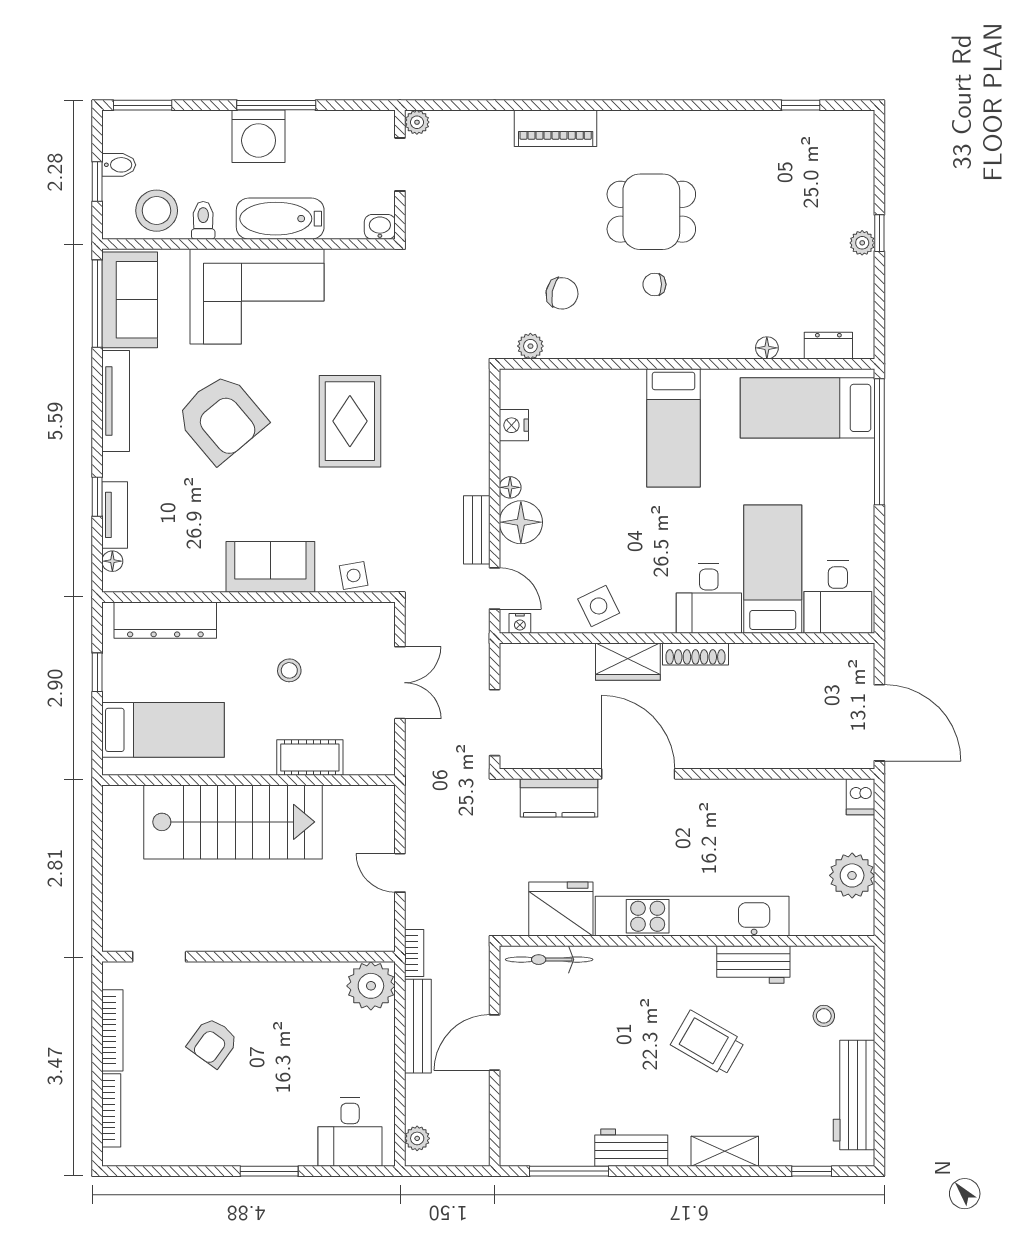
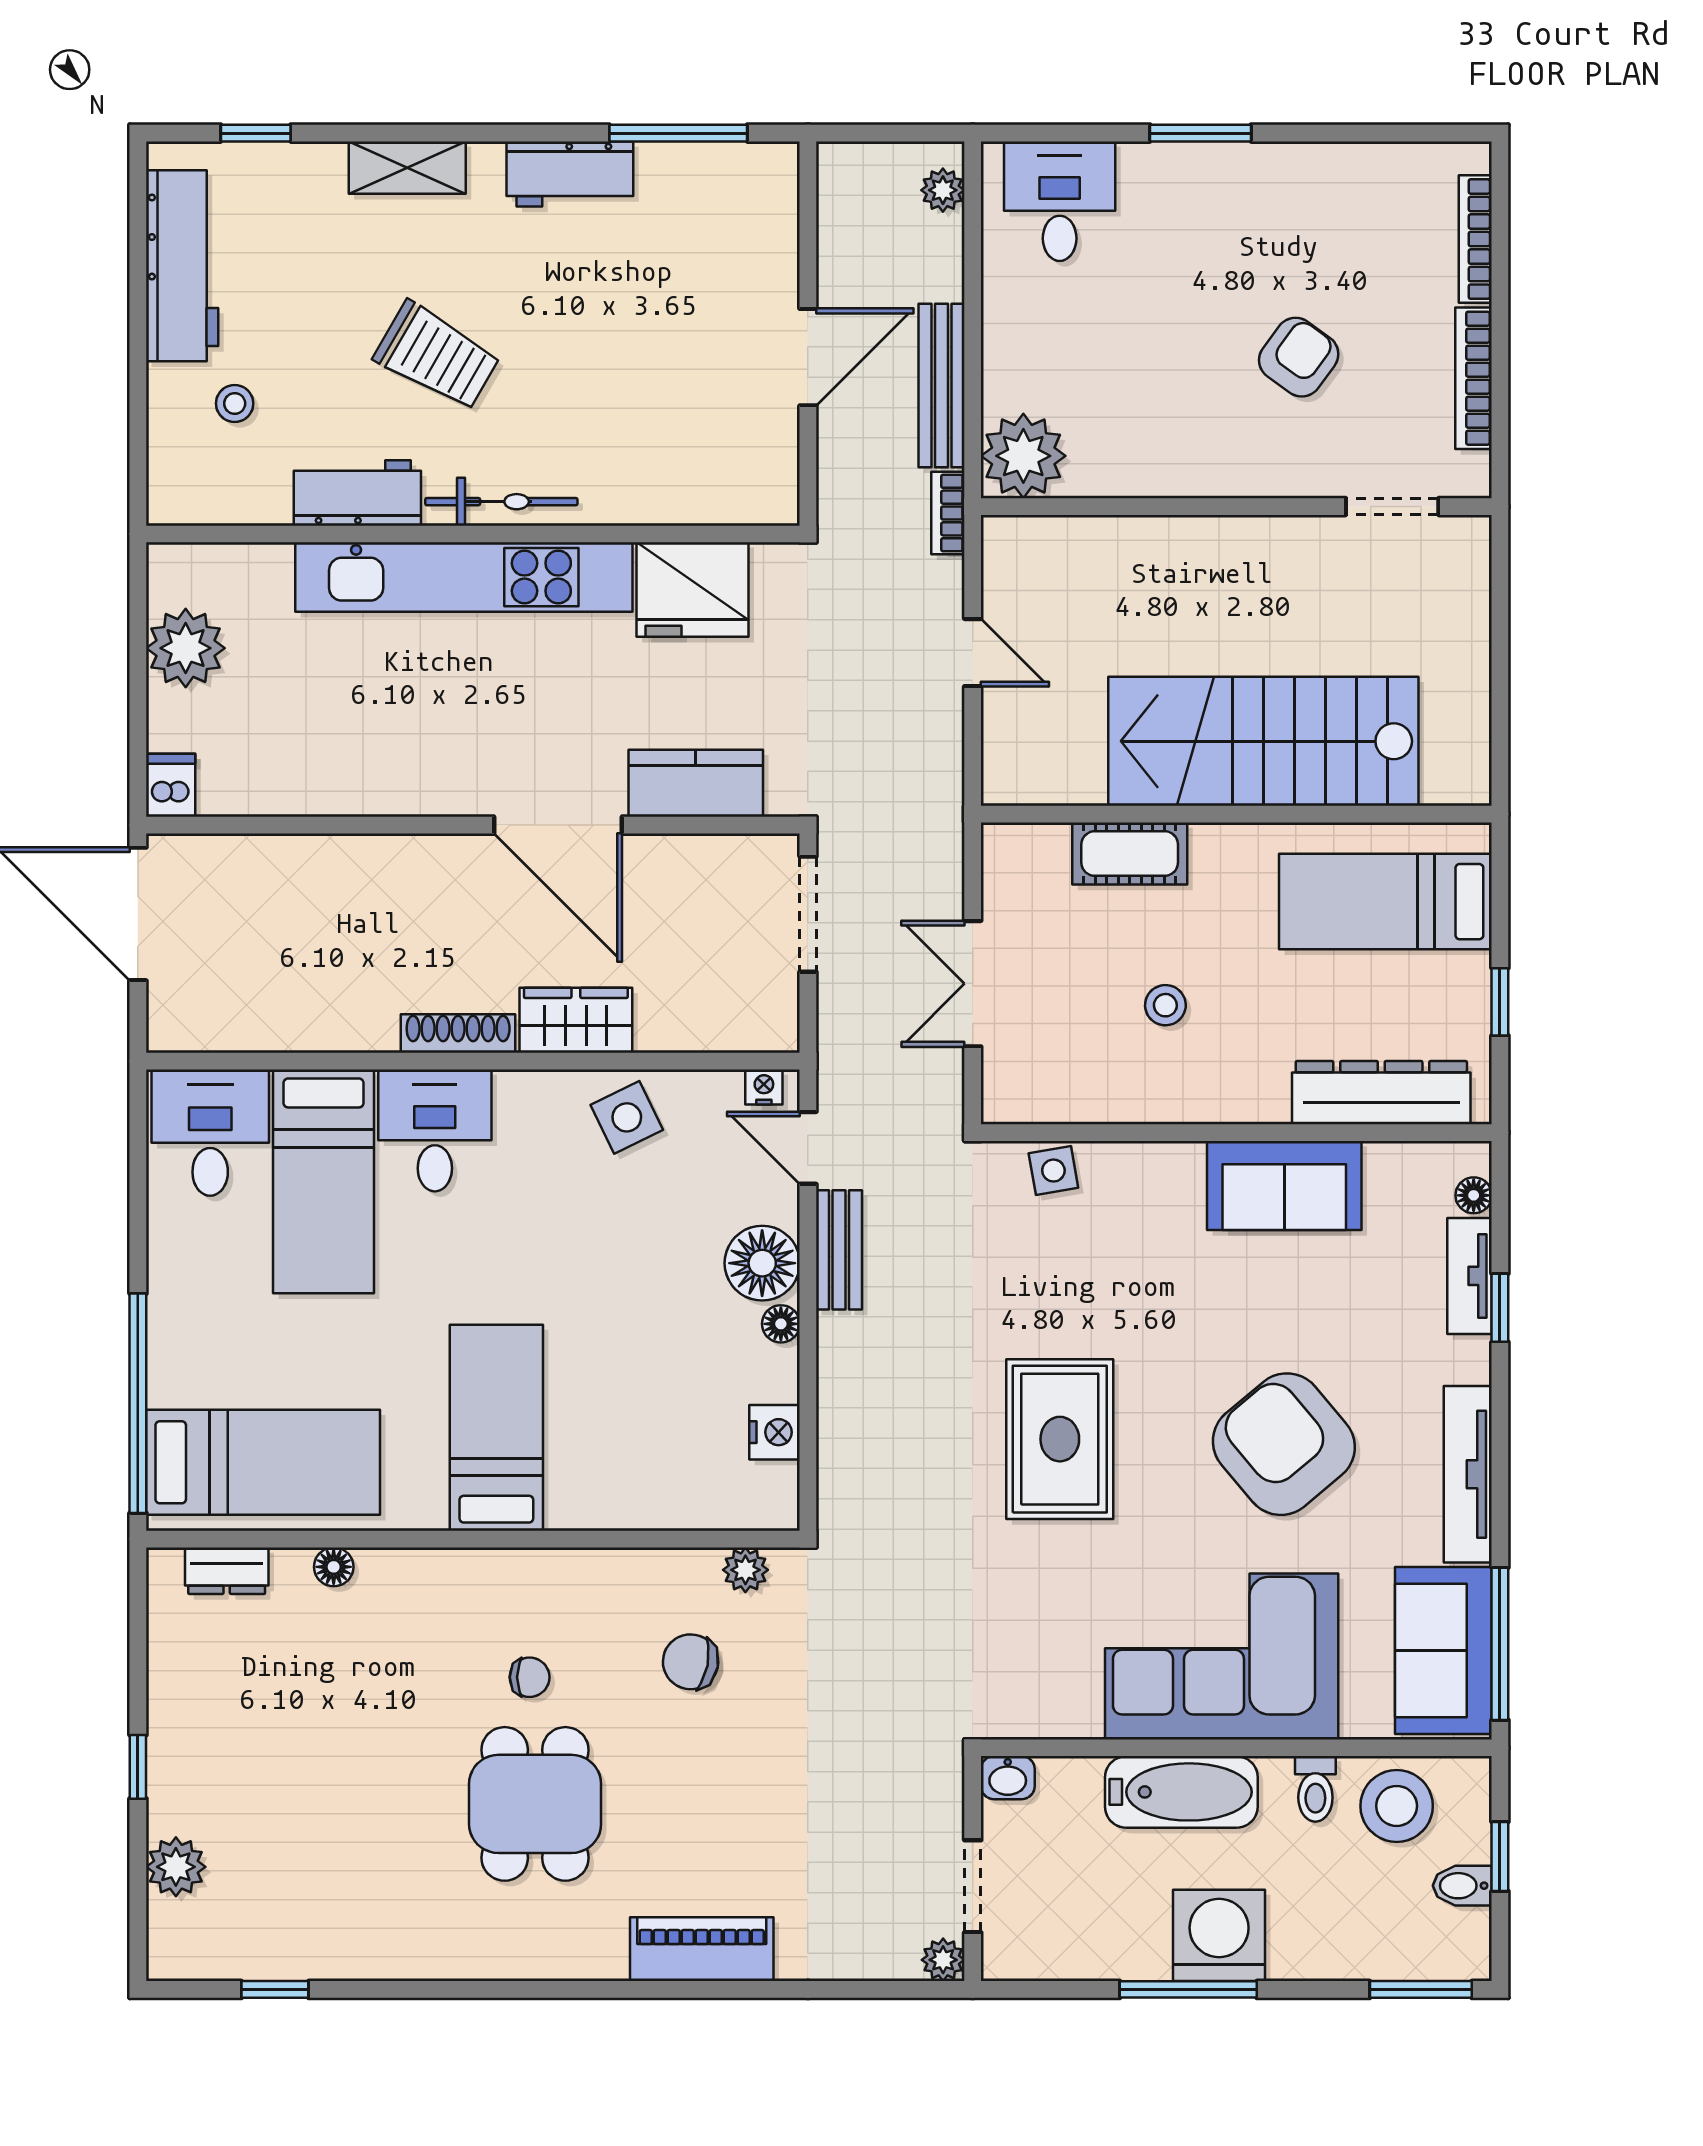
dining table: (651, 212) -> (535, 1804), turned 90
plant: (862, 243) -> (176, 1867), moved, width x1.38, depth x1.38
sofa: (270, 567) -> (1284, 1185), moved
bicycle: (549, 960) -> (501, 502), moved

